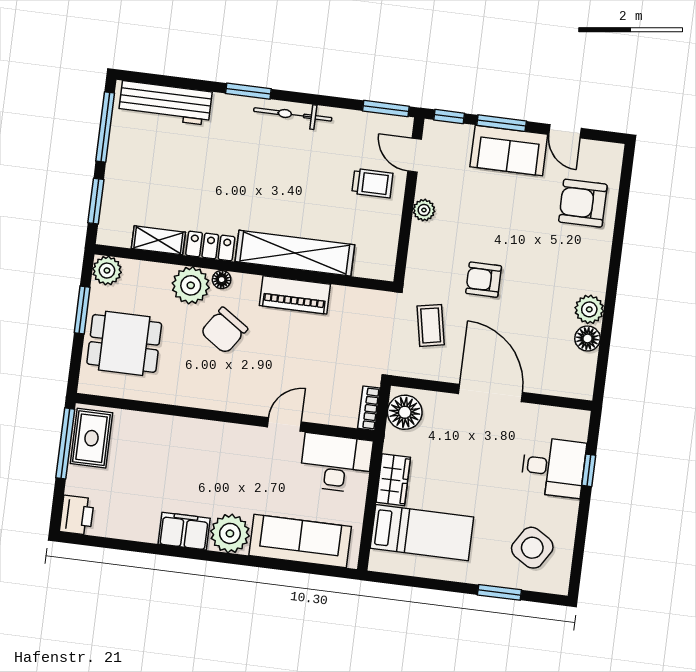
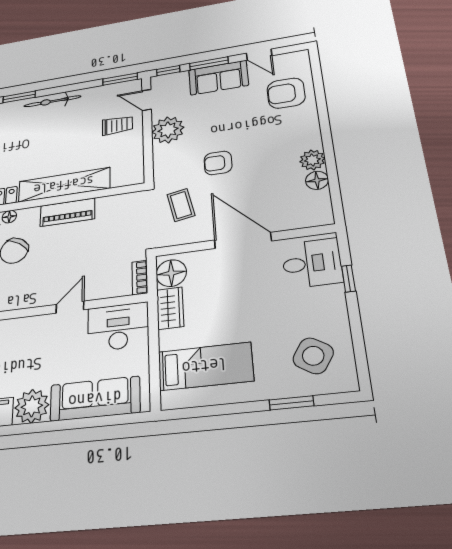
plant: (424, 210) -> (168, 130), width x1.87, depth x1.87
desk: (553, 467) -> (312, 263), moved
wardrobe: (393, 480) -> (170, 308), moved

